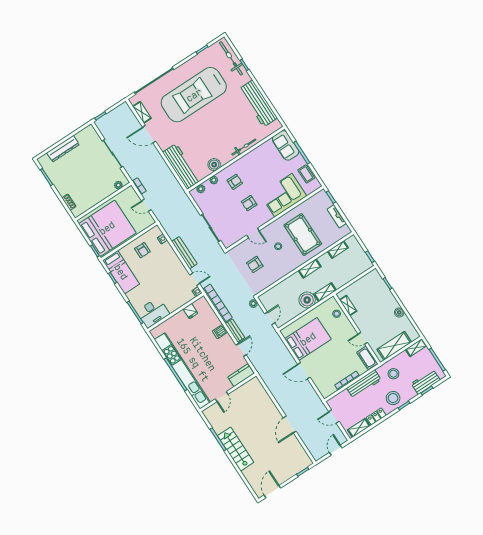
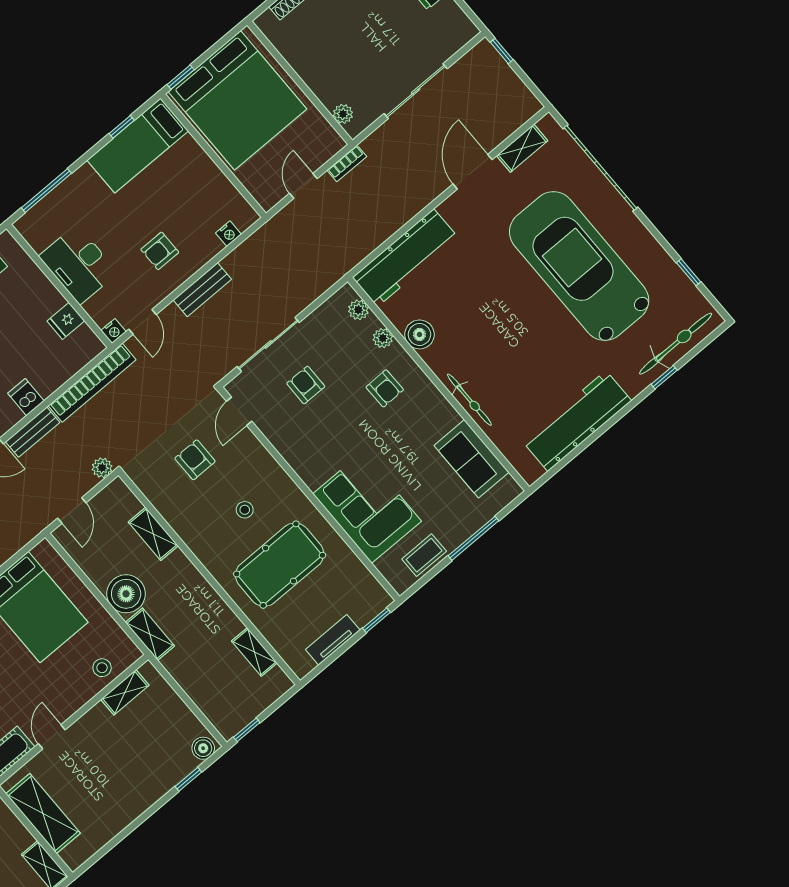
sofa: (286, 145) -> (472, 459), moved, turned -90
armchair: (249, 203) -> (306, 385), moved
door: (253, 233) -> (239, 411), moved
armchair: (142, 250) -> (160, 251), moved
bench: (184, 253) -> (202, 290), width x0.73
shelving: (310, 268) -> (153, 534), moved
boiler: (399, 312) -> (203, 748), moved
desk: (153, 313) -> (78, 265), moved
door: (270, 318) -> (72, 511), hinge flipped

